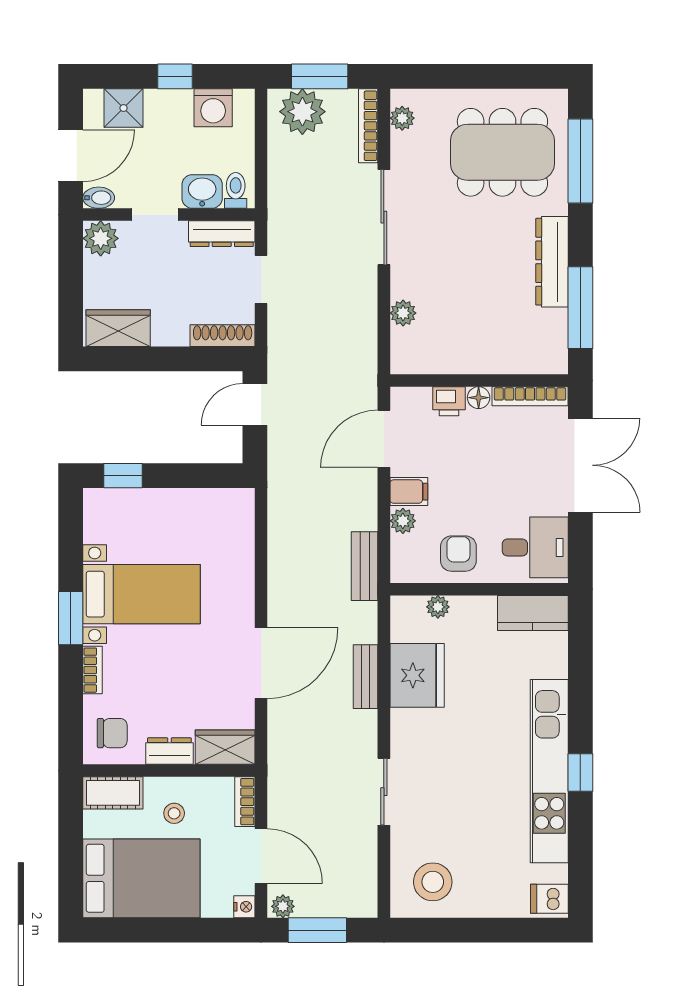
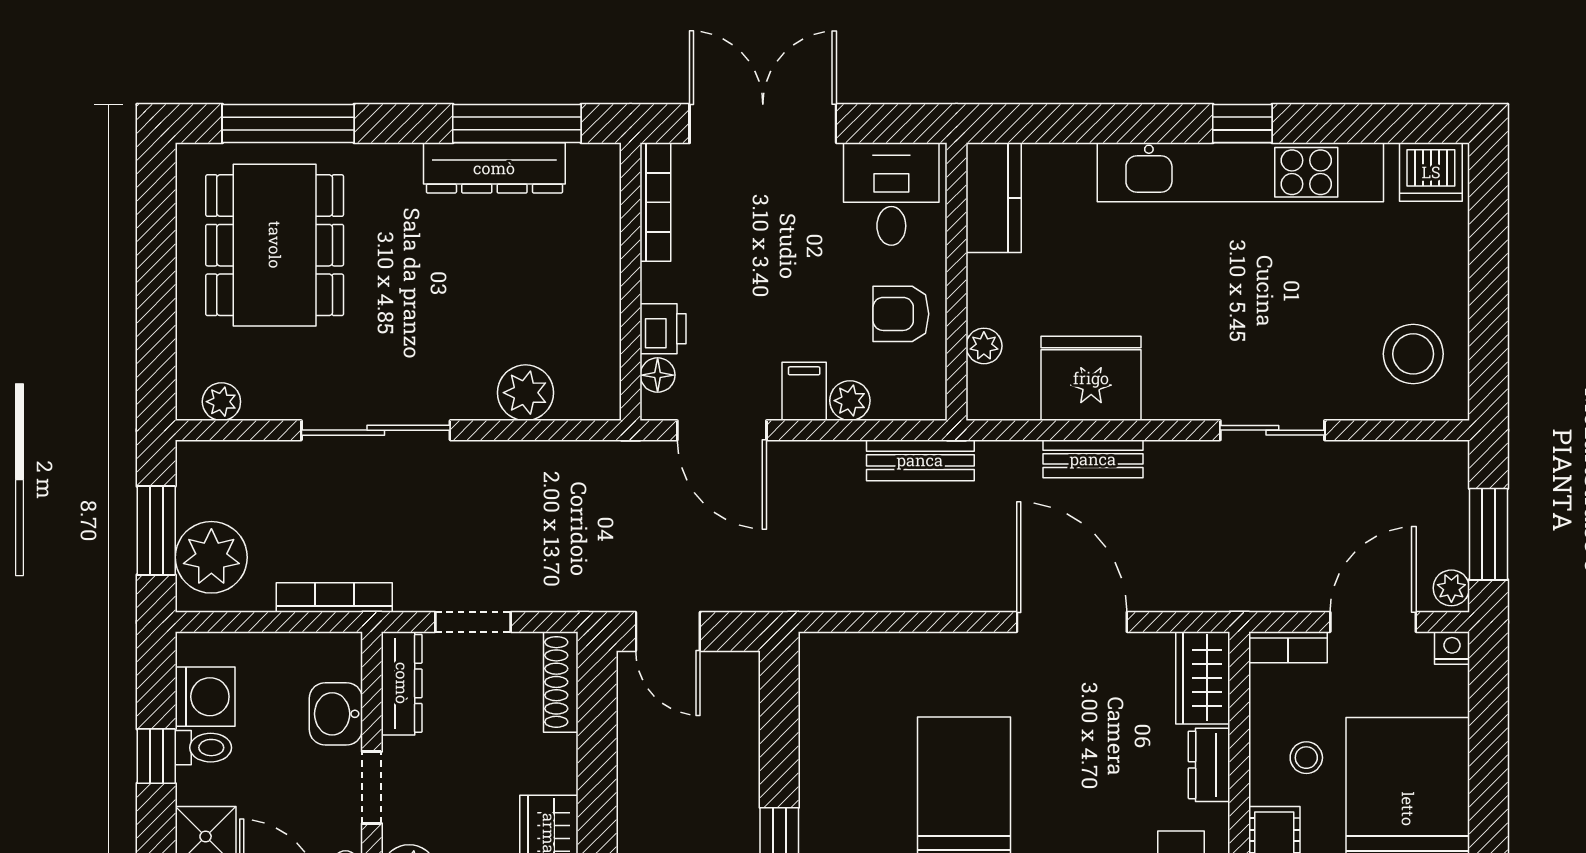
bookcase: (368, 126) -> (334, 598), moved, turned 180
toilet: (236, 190) -> (203, 748), moved, turned 180
dresser: (552, 262) -> (494, 168), moved
plant: (403, 313) -> (525, 393), width x1.38, depth x1.38
floor lamp: (479, 398) -> (658, 375), moved
dishwasher: (549, 899) -> (1431, 172), width x1.38

